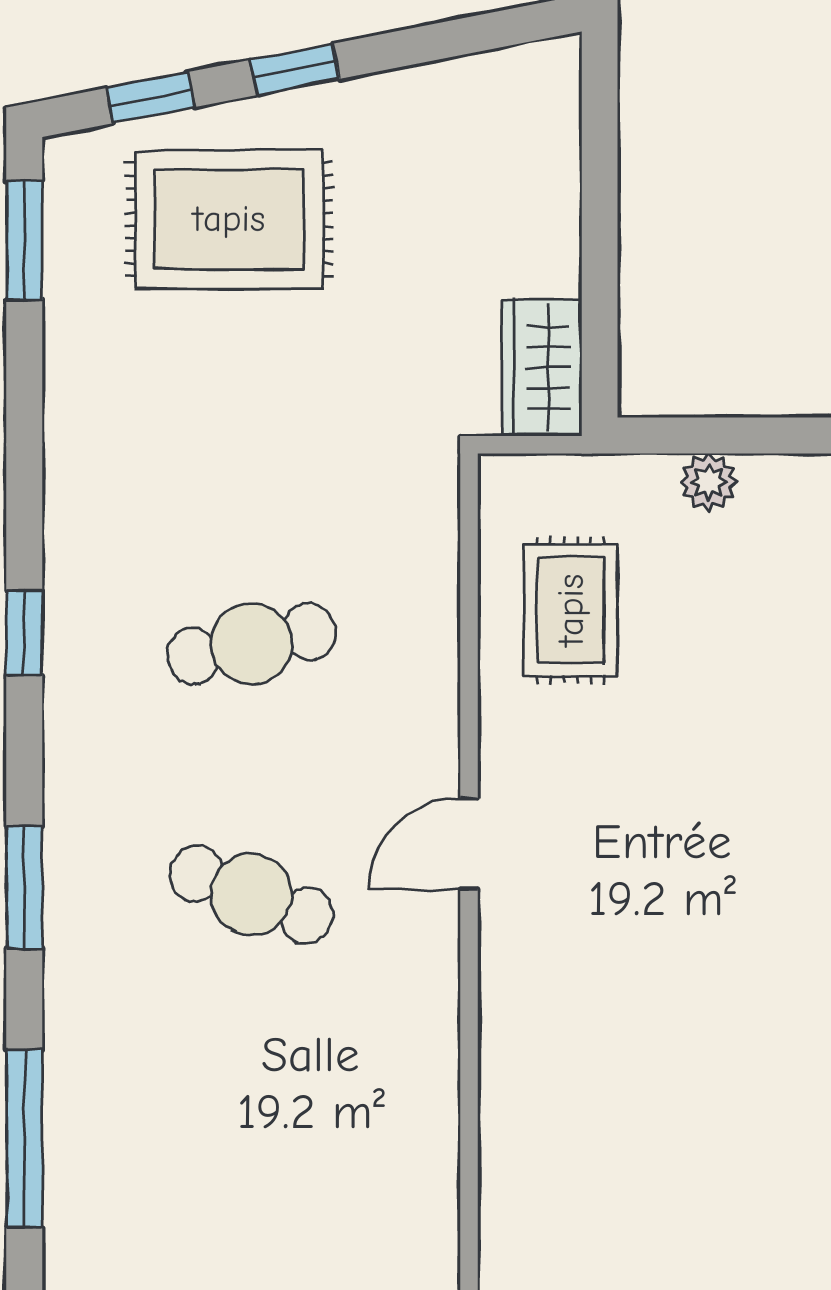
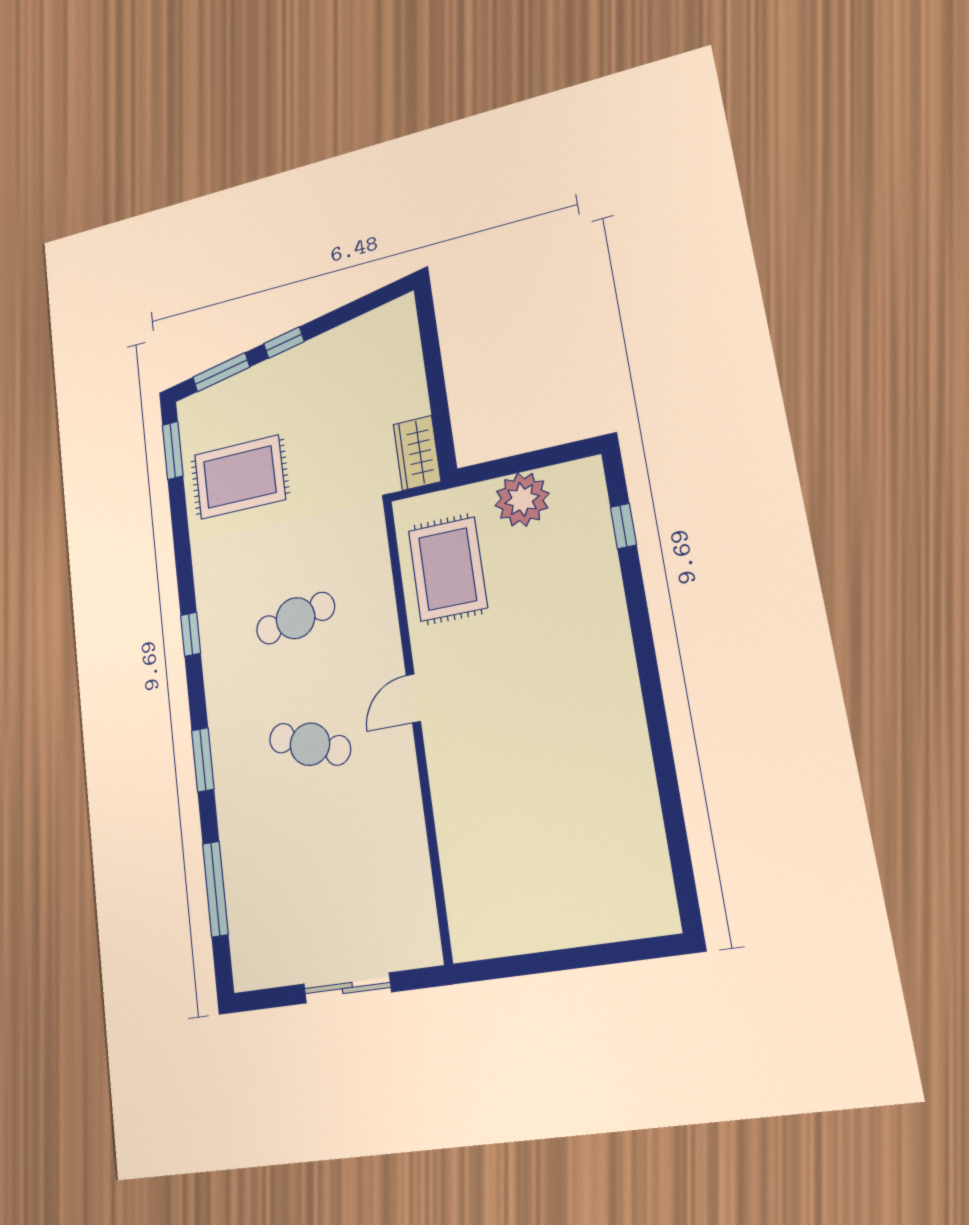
window: (150, 98) -> (221, 372), width x1.50
rug: (229, 219) -> (240, 477), moved
plant: (709, 482) -> (522, 500), width x1.87, depth x1.87
rug: (571, 610) -> (448, 569), width x1.36, depth x1.43

